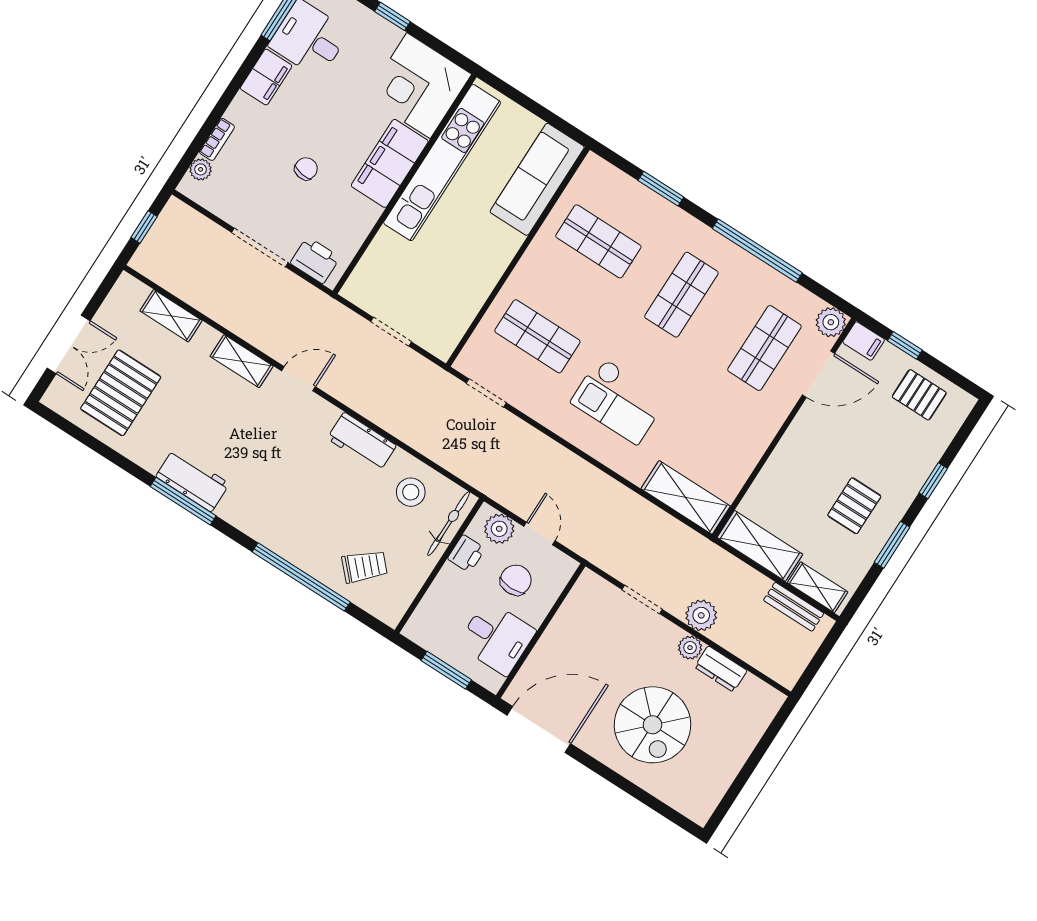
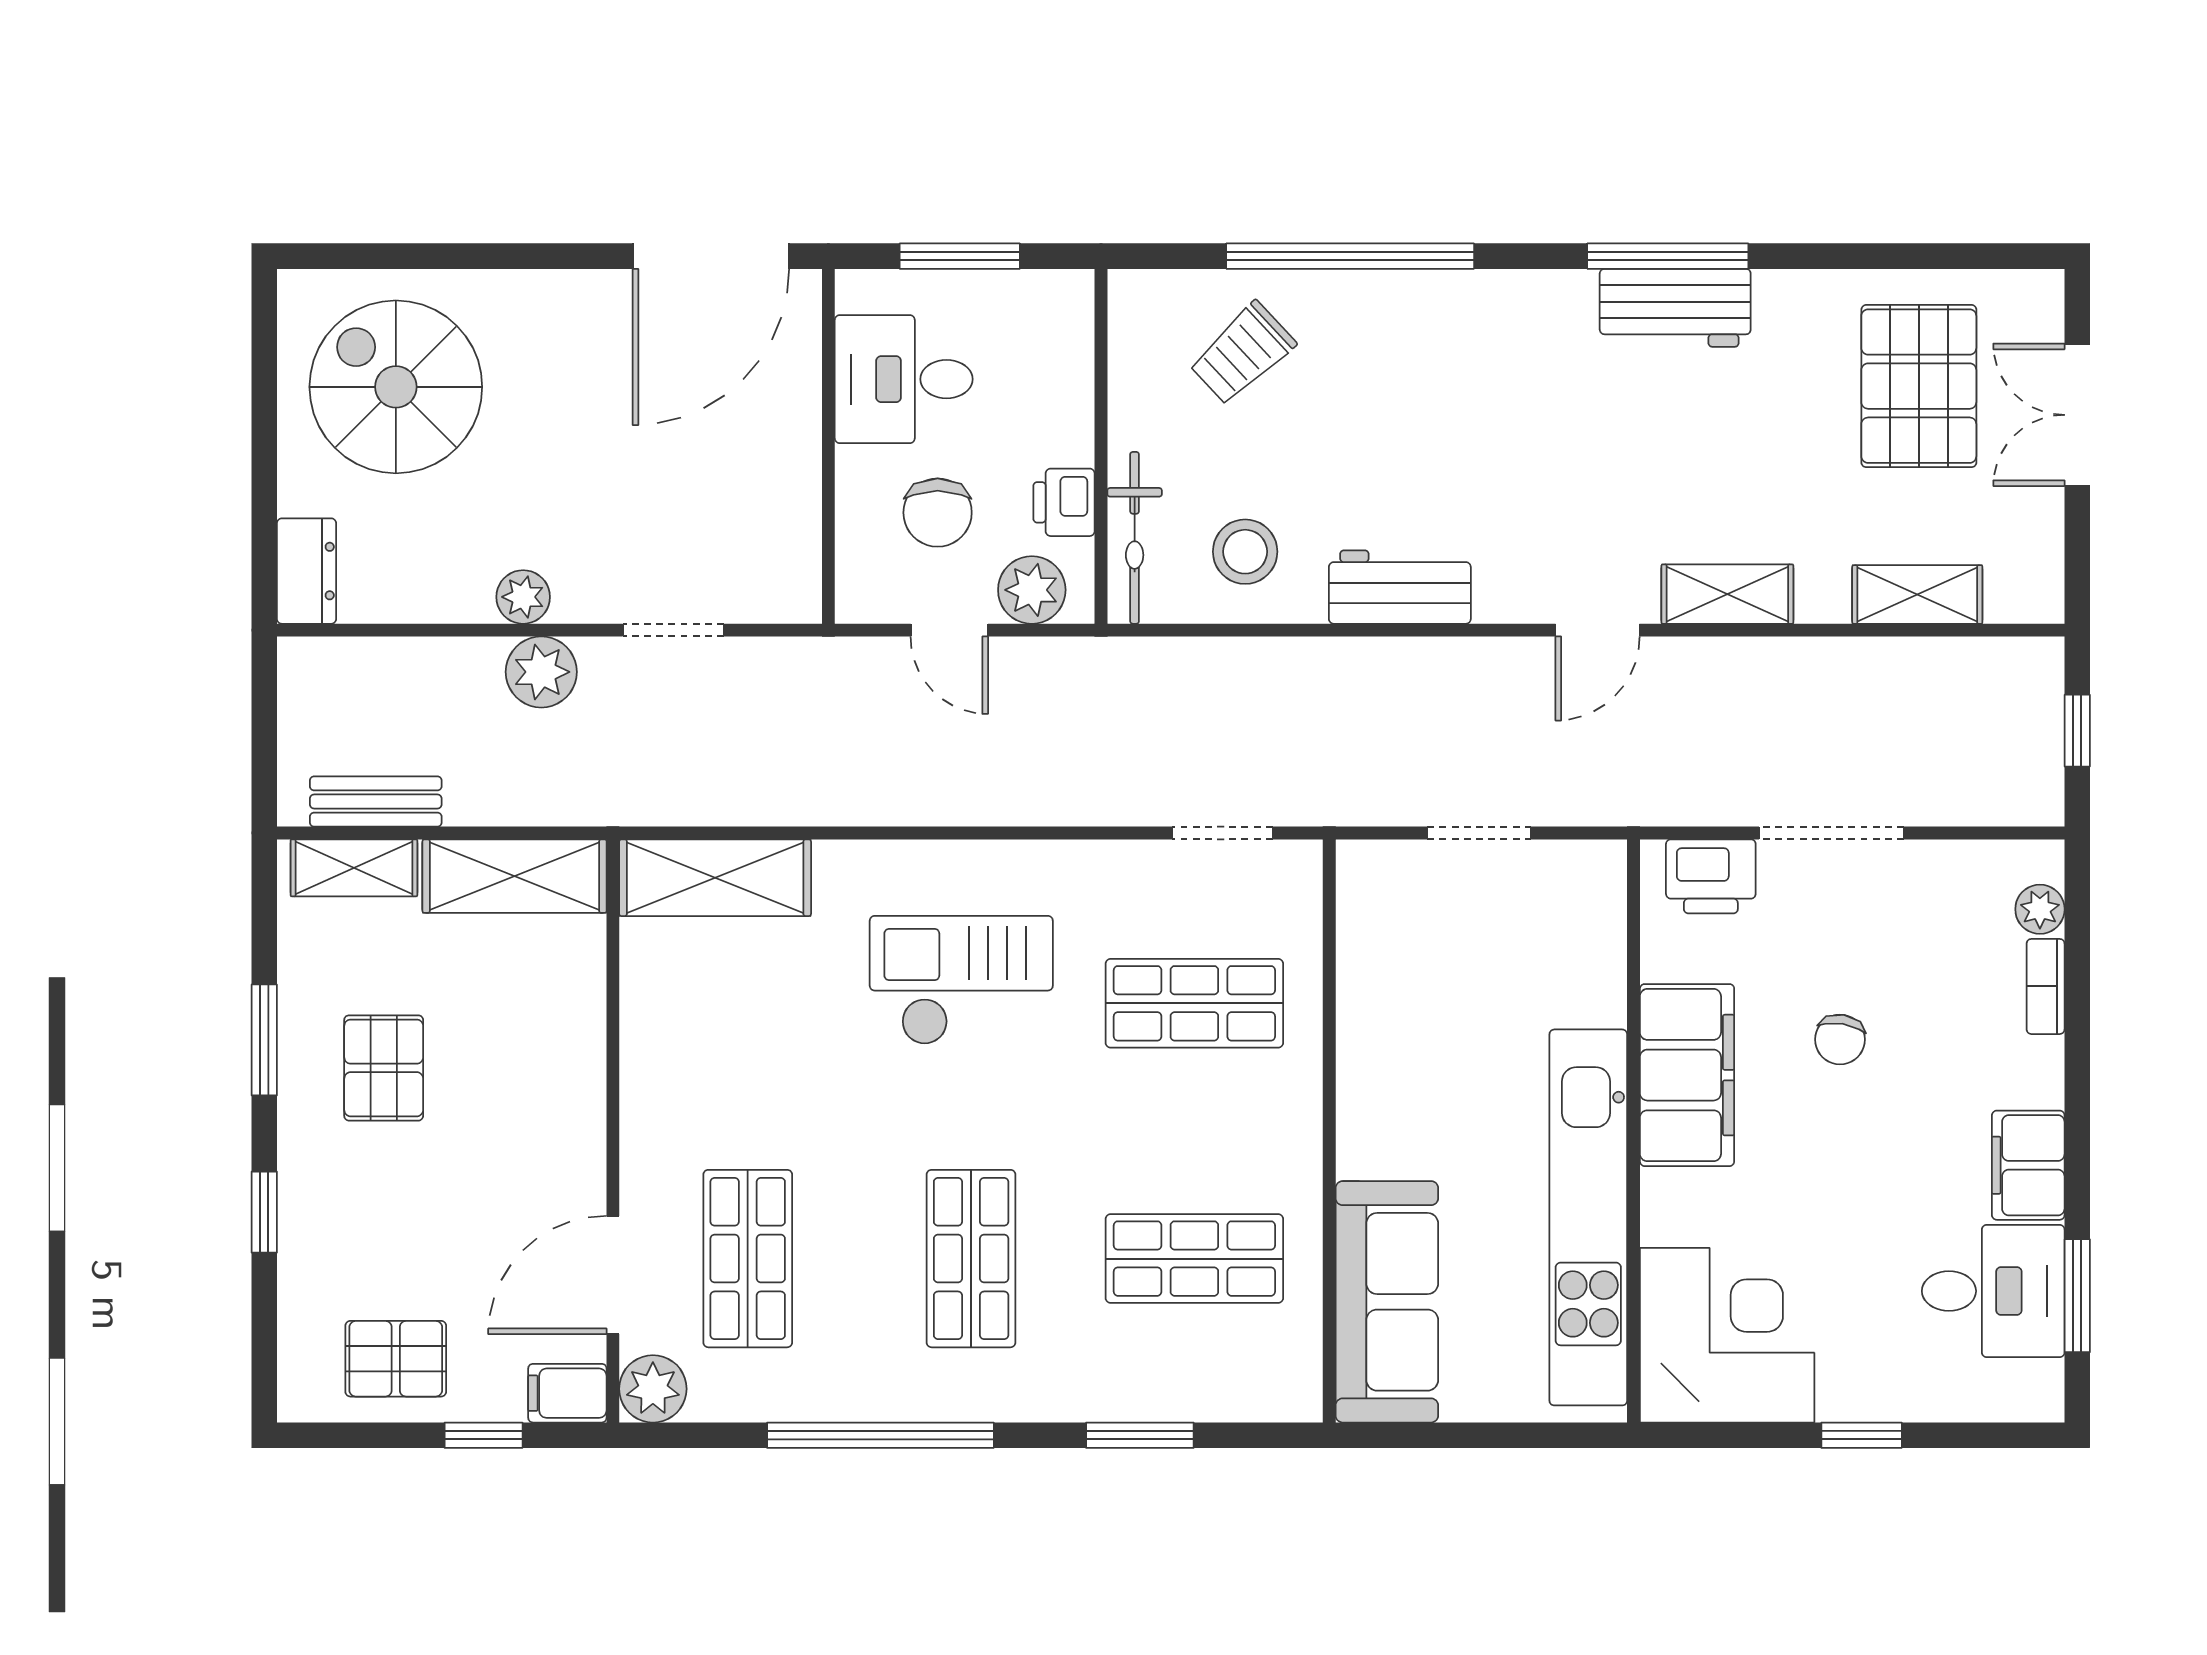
filing cabinet: (390, 163) -> (1687, 1075), moved
dresser: (721, 669) -> (307, 571), moved, turned 90
spiral stairs: (653, 725) -> (396, 387), moved

